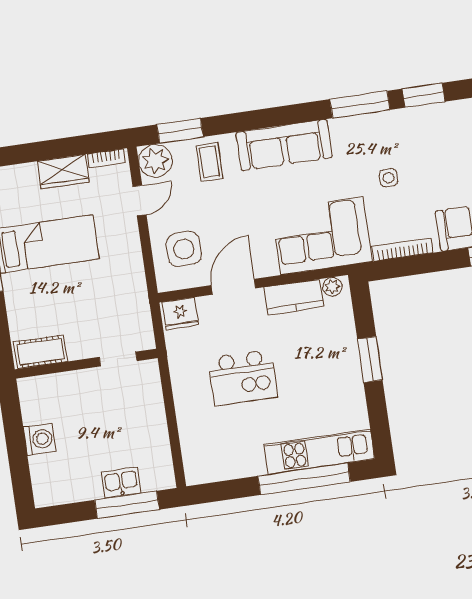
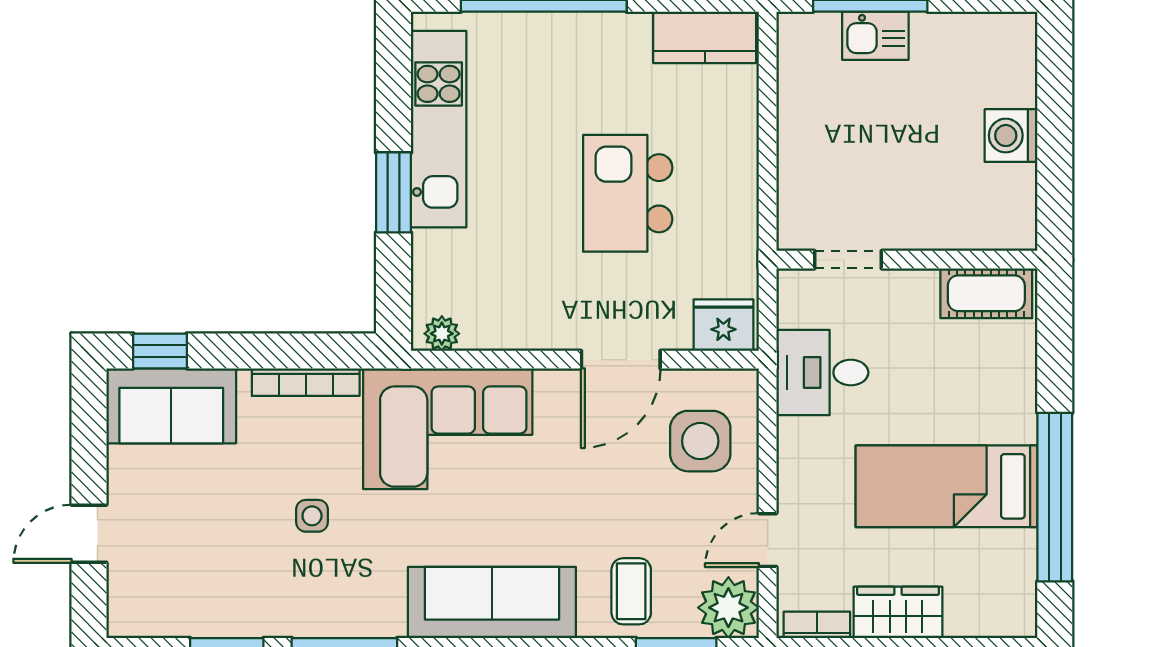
desk: (123, 296) -> (822, 373), added
kitchen counter: (294, 297) -> (705, 37), moved, turned 180
kitchen island: (243, 378) -> (628, 193), turned -90
kitchen unit: (319, 452) -> (439, 129), moved, turned -90

